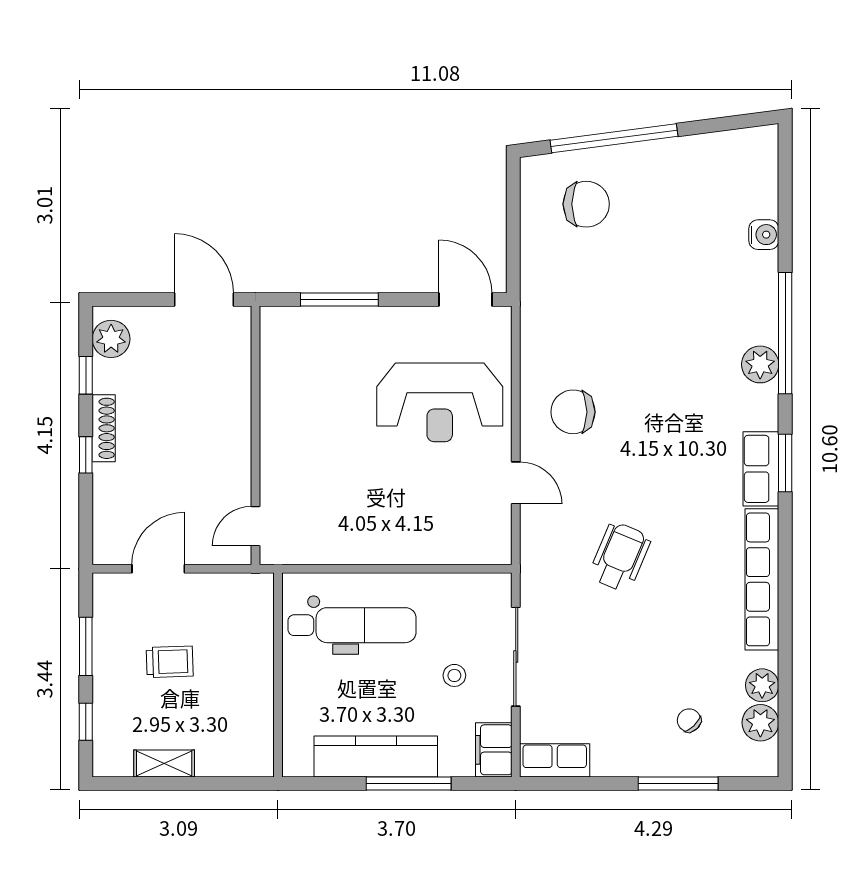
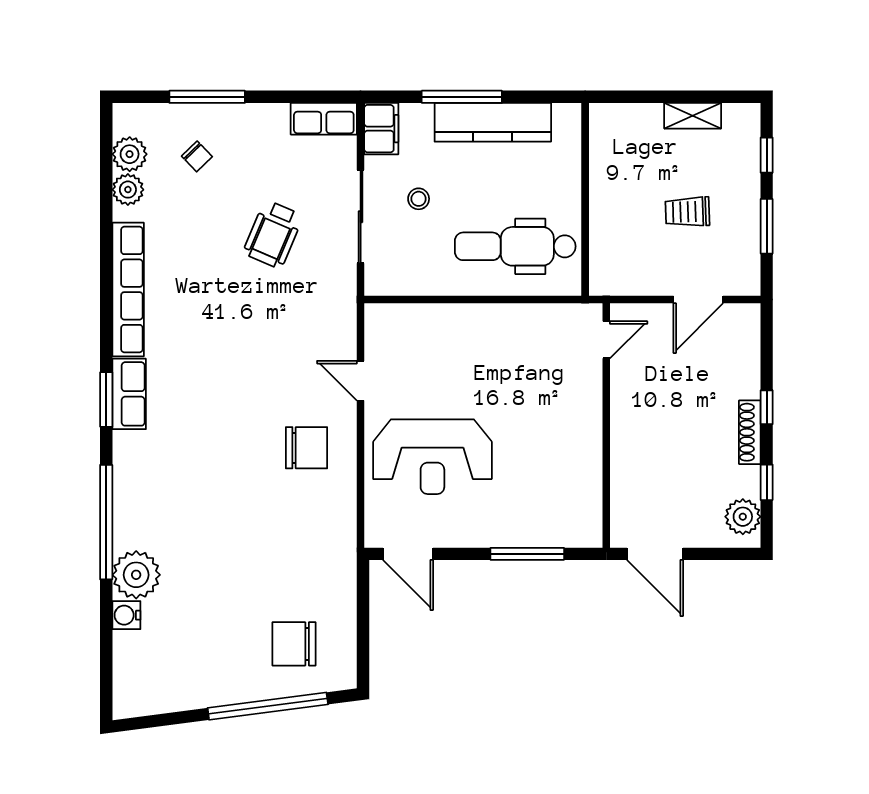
plant: (760, 364) -> (136, 575), moved, width x1.36, depth x1.36
reception desk: (440, 402) -> (432, 457), turned 180
wheelchair: (620, 557) -> (273, 234), moved

